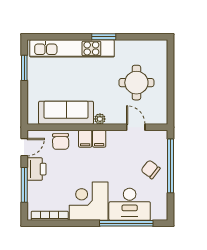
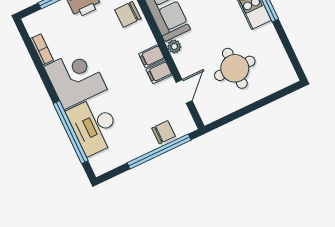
filing cabinet: (85, 139) -> (159, 72), moved
chair: (151, 169) -> (164, 132), moved, turned 52
bookcase: (50, 216) -> (42, 49), width x0.64

